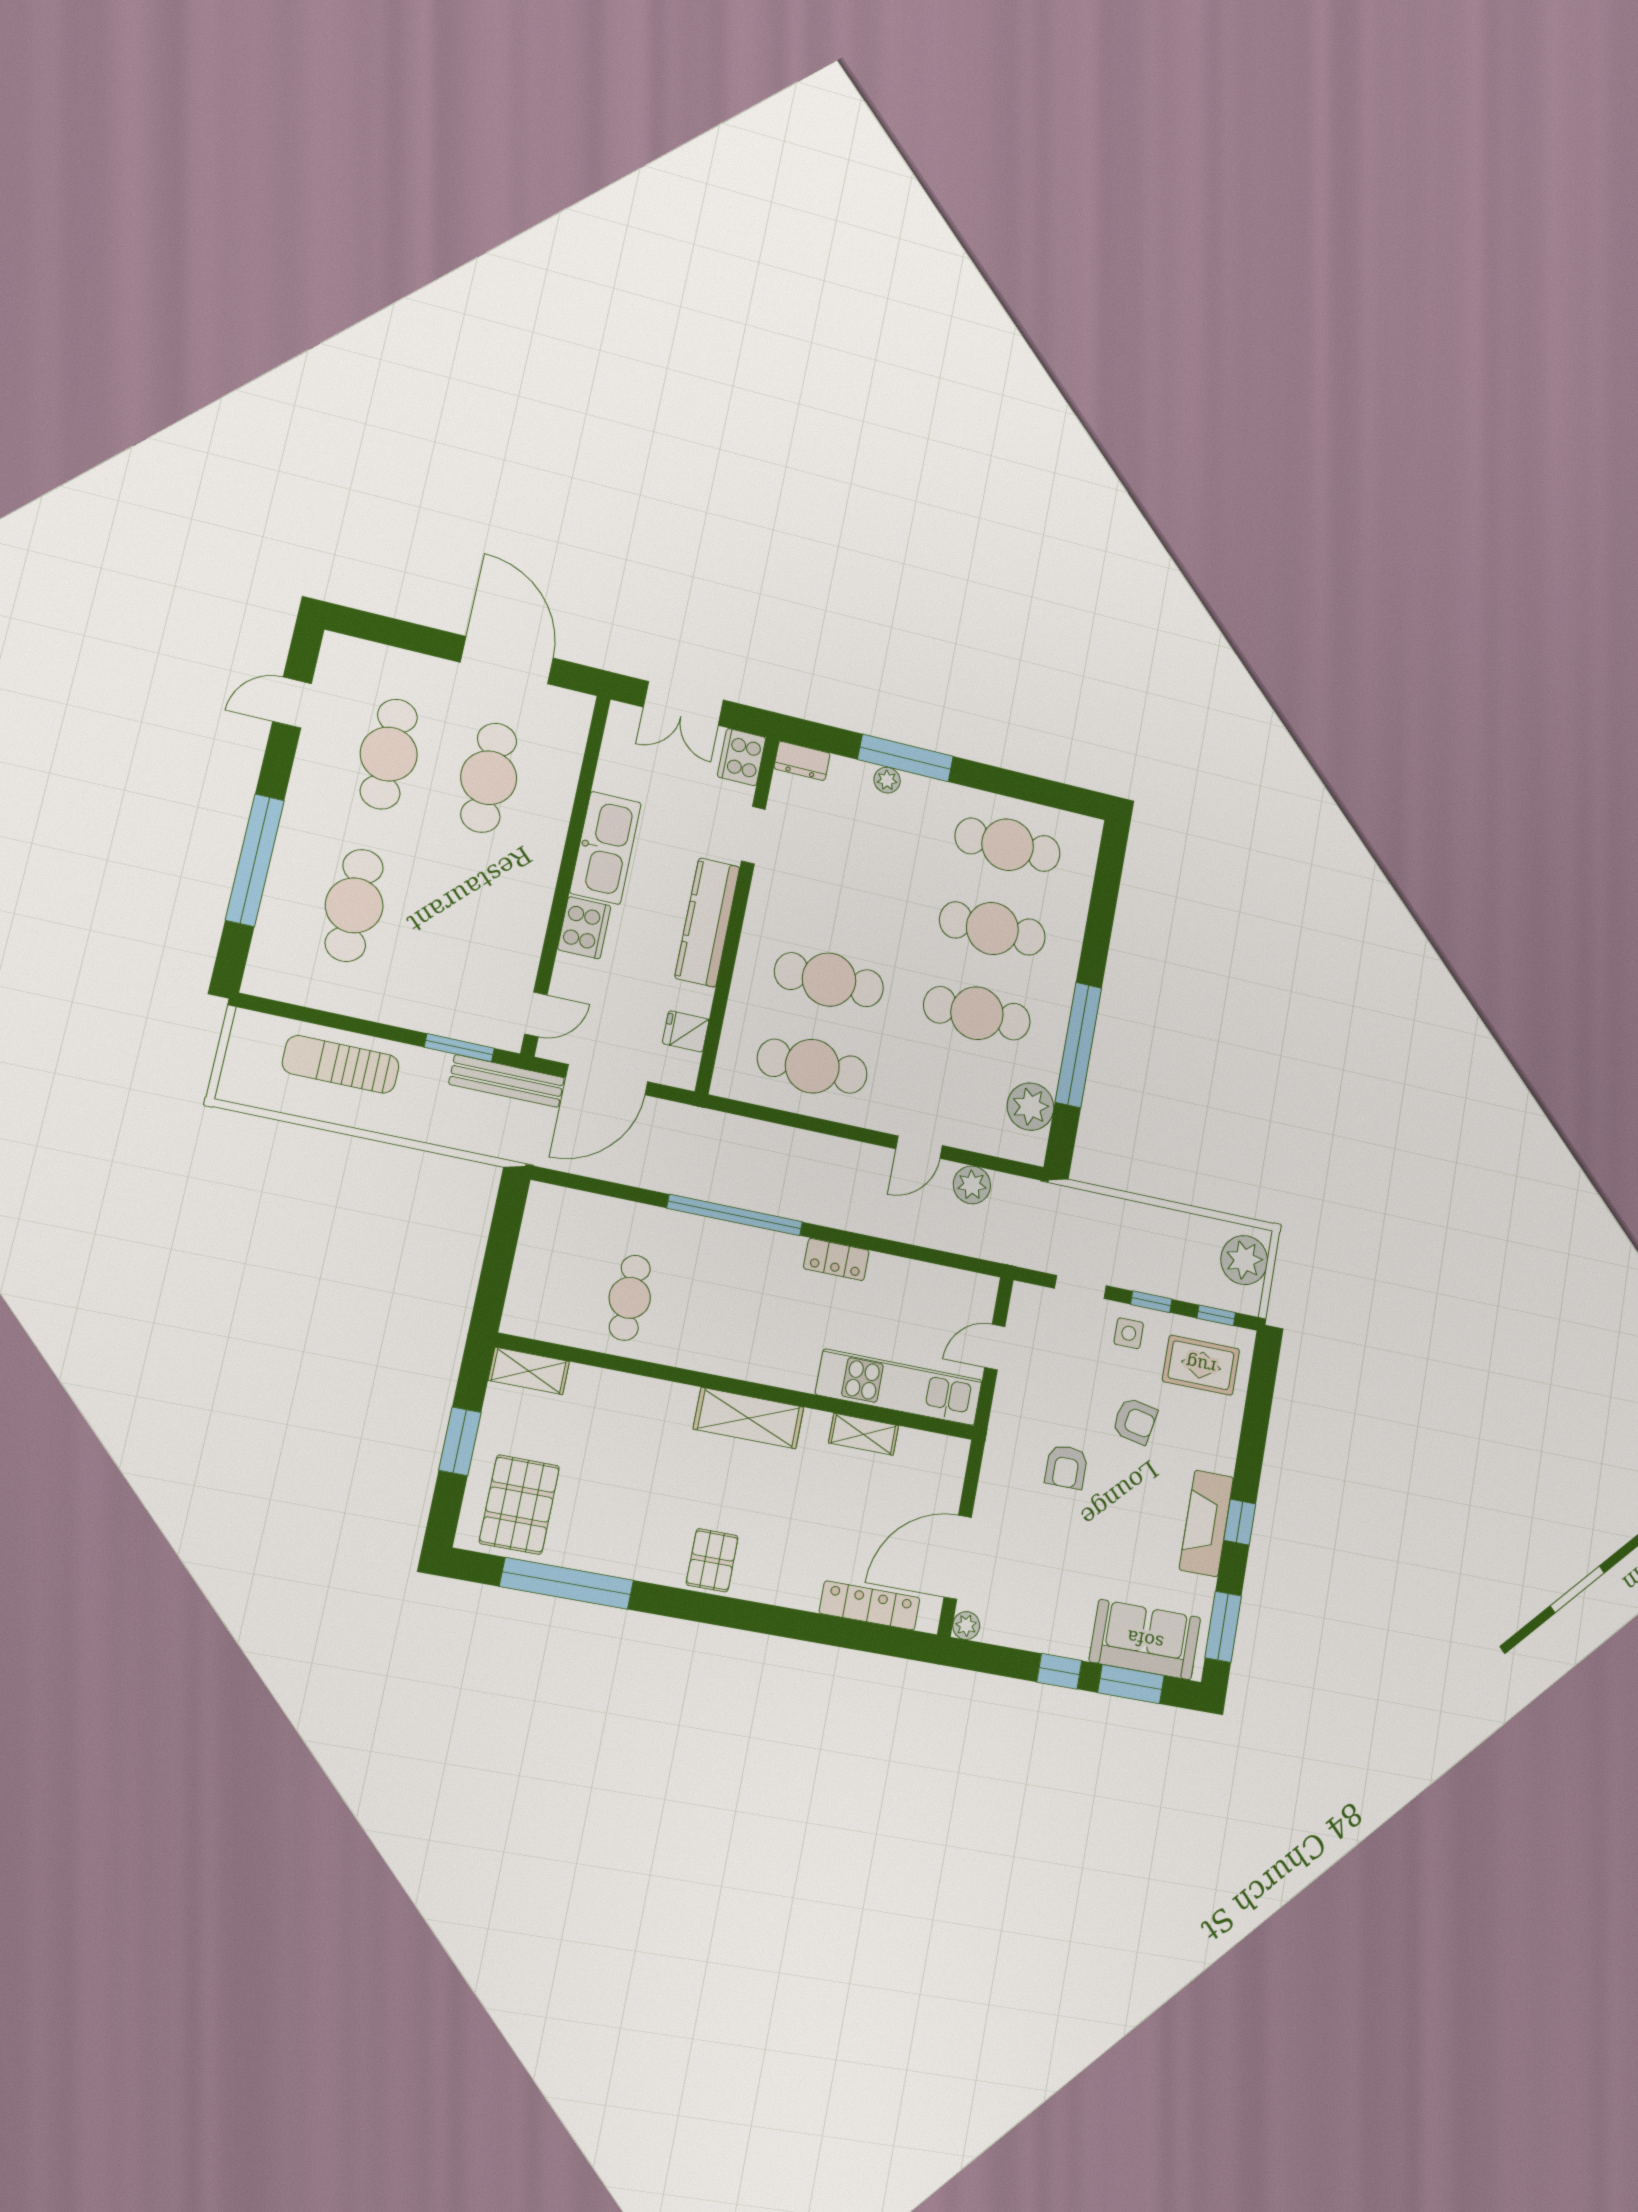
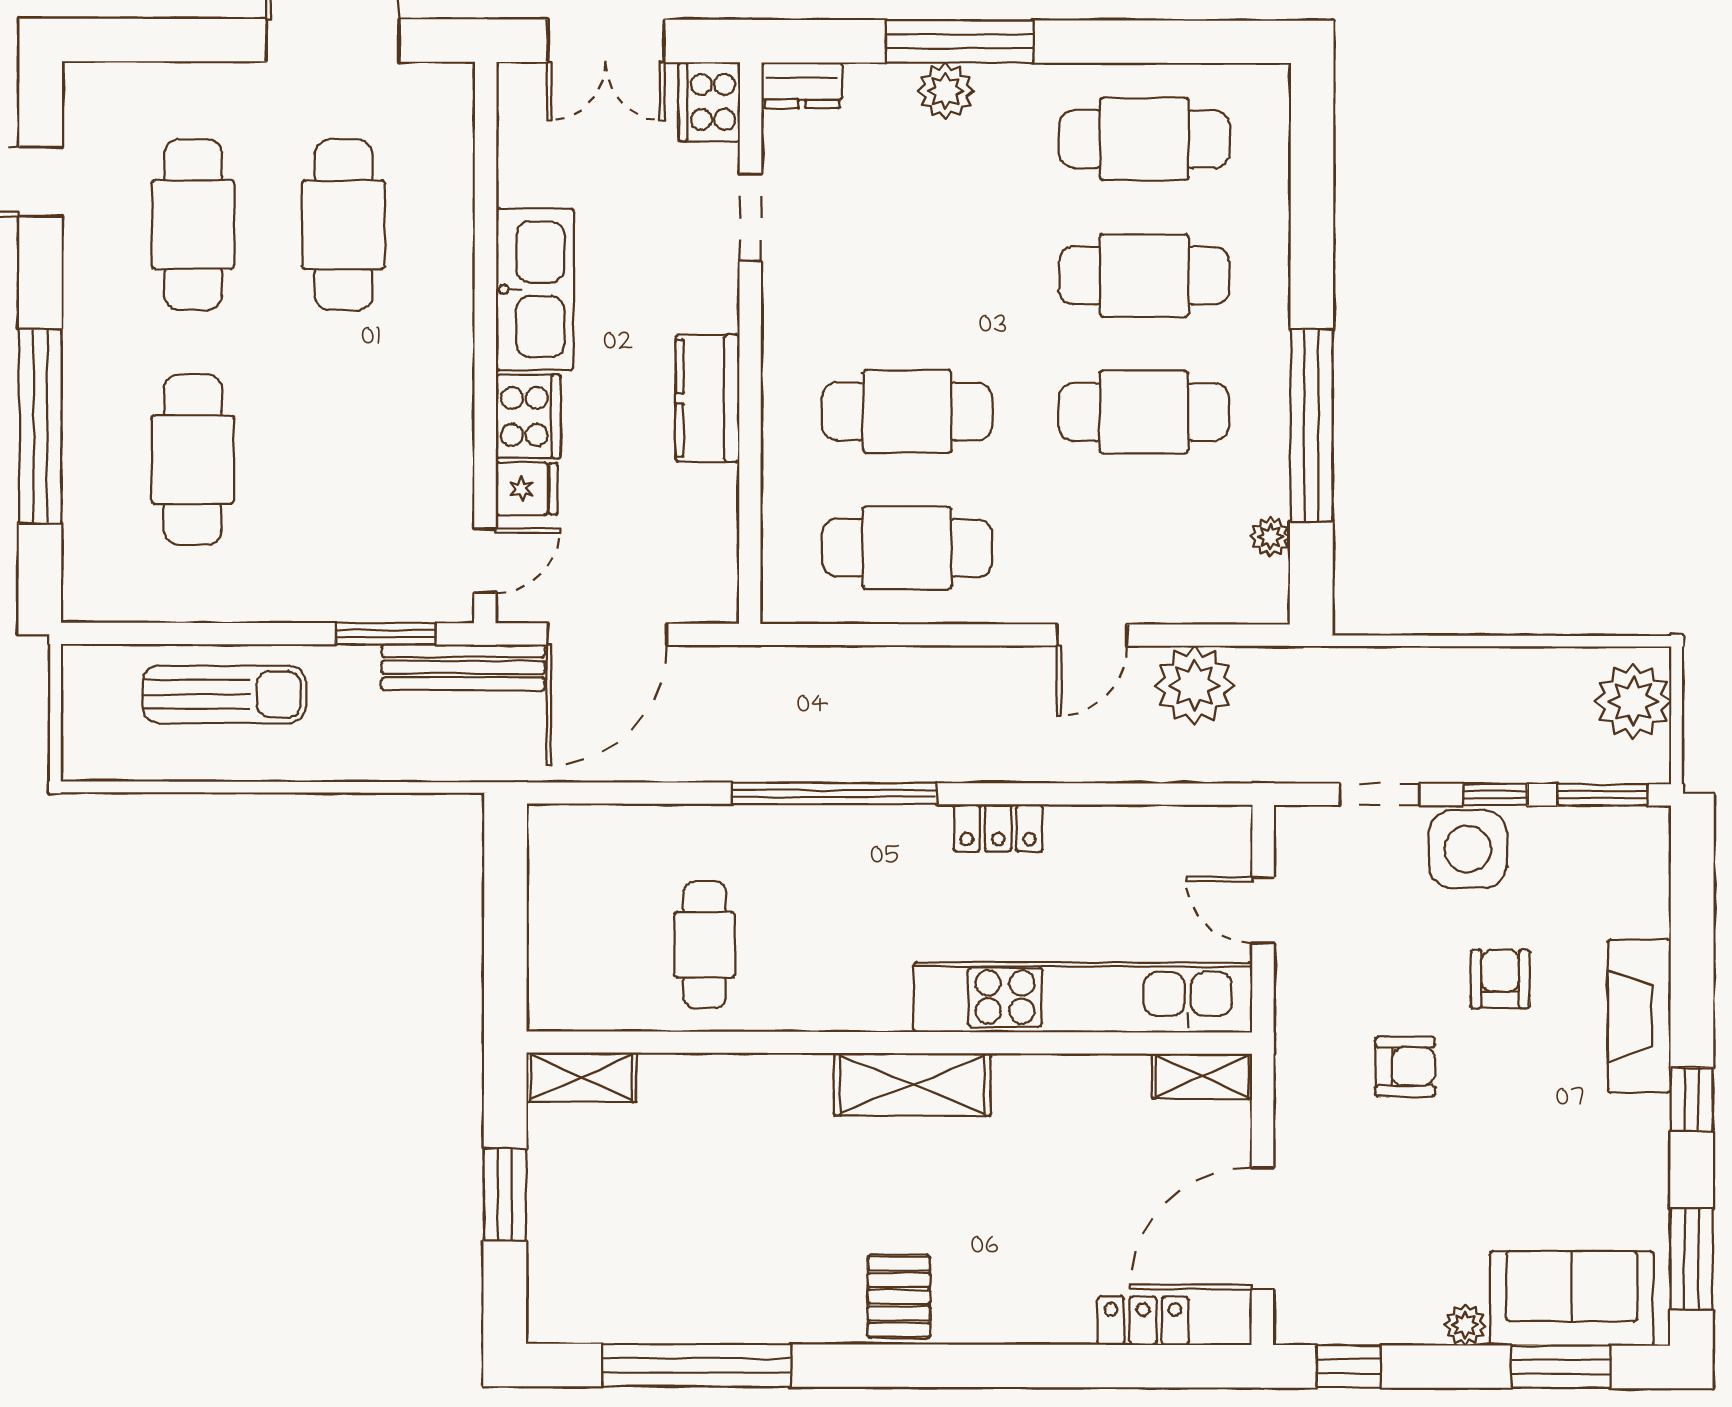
plant: (887, 780) -> (946, 91), width x1.38, depth x1.38
kitchen counter: (707, 922) -> (708, 398), width x0.67
fridge: (686, 1031) -> (527, 489), moved, turned 180
sun lounger: (341, 1064) -> (224, 694), turned 180
plant: (1030, 1107) -> (1270, 537), width x0.53, depth x0.53
plant: (972, 1185) -> (1194, 685), width x1.36, depth x1.36
window: (1216, 1315) -> (1602, 795), width x1.50
side table: (1129, 1333) -> (1468, 849), width x1.87, depth x1.87
door: (995, 1347) -> (1263, 910), hinge flipped
rug: (1201, 1365) -> (1591, 875), removed
kitchen unit: (899, 1387) -> (1083, 997), width x1.36
armchair: (1135, 1421) -> (1500, 979), turned -101
shelving: (864, 1434) -> (1202, 1076), moved
armchair: (1066, 1467) -> (1405, 1067), turned -90
pallet: (519, 1505) -> (607, 1268), removed
fireplace: (1206, 1523) -> (1639, 1016), moved
locker: (870, 1605) -> (1143, 1321), width x0.66
plant: (966, 1626) -> (1465, 1325), moved
window: (1059, 1671) -> (1349, 1366), moved

